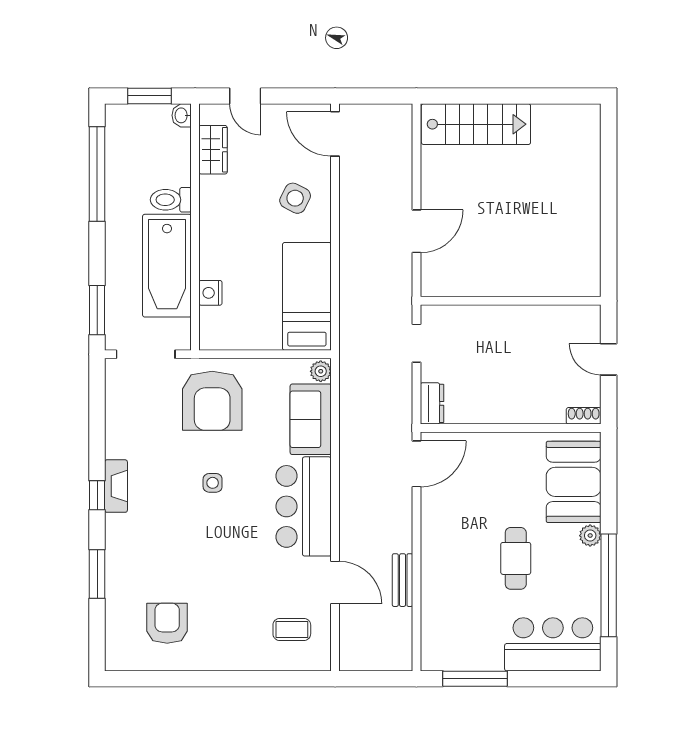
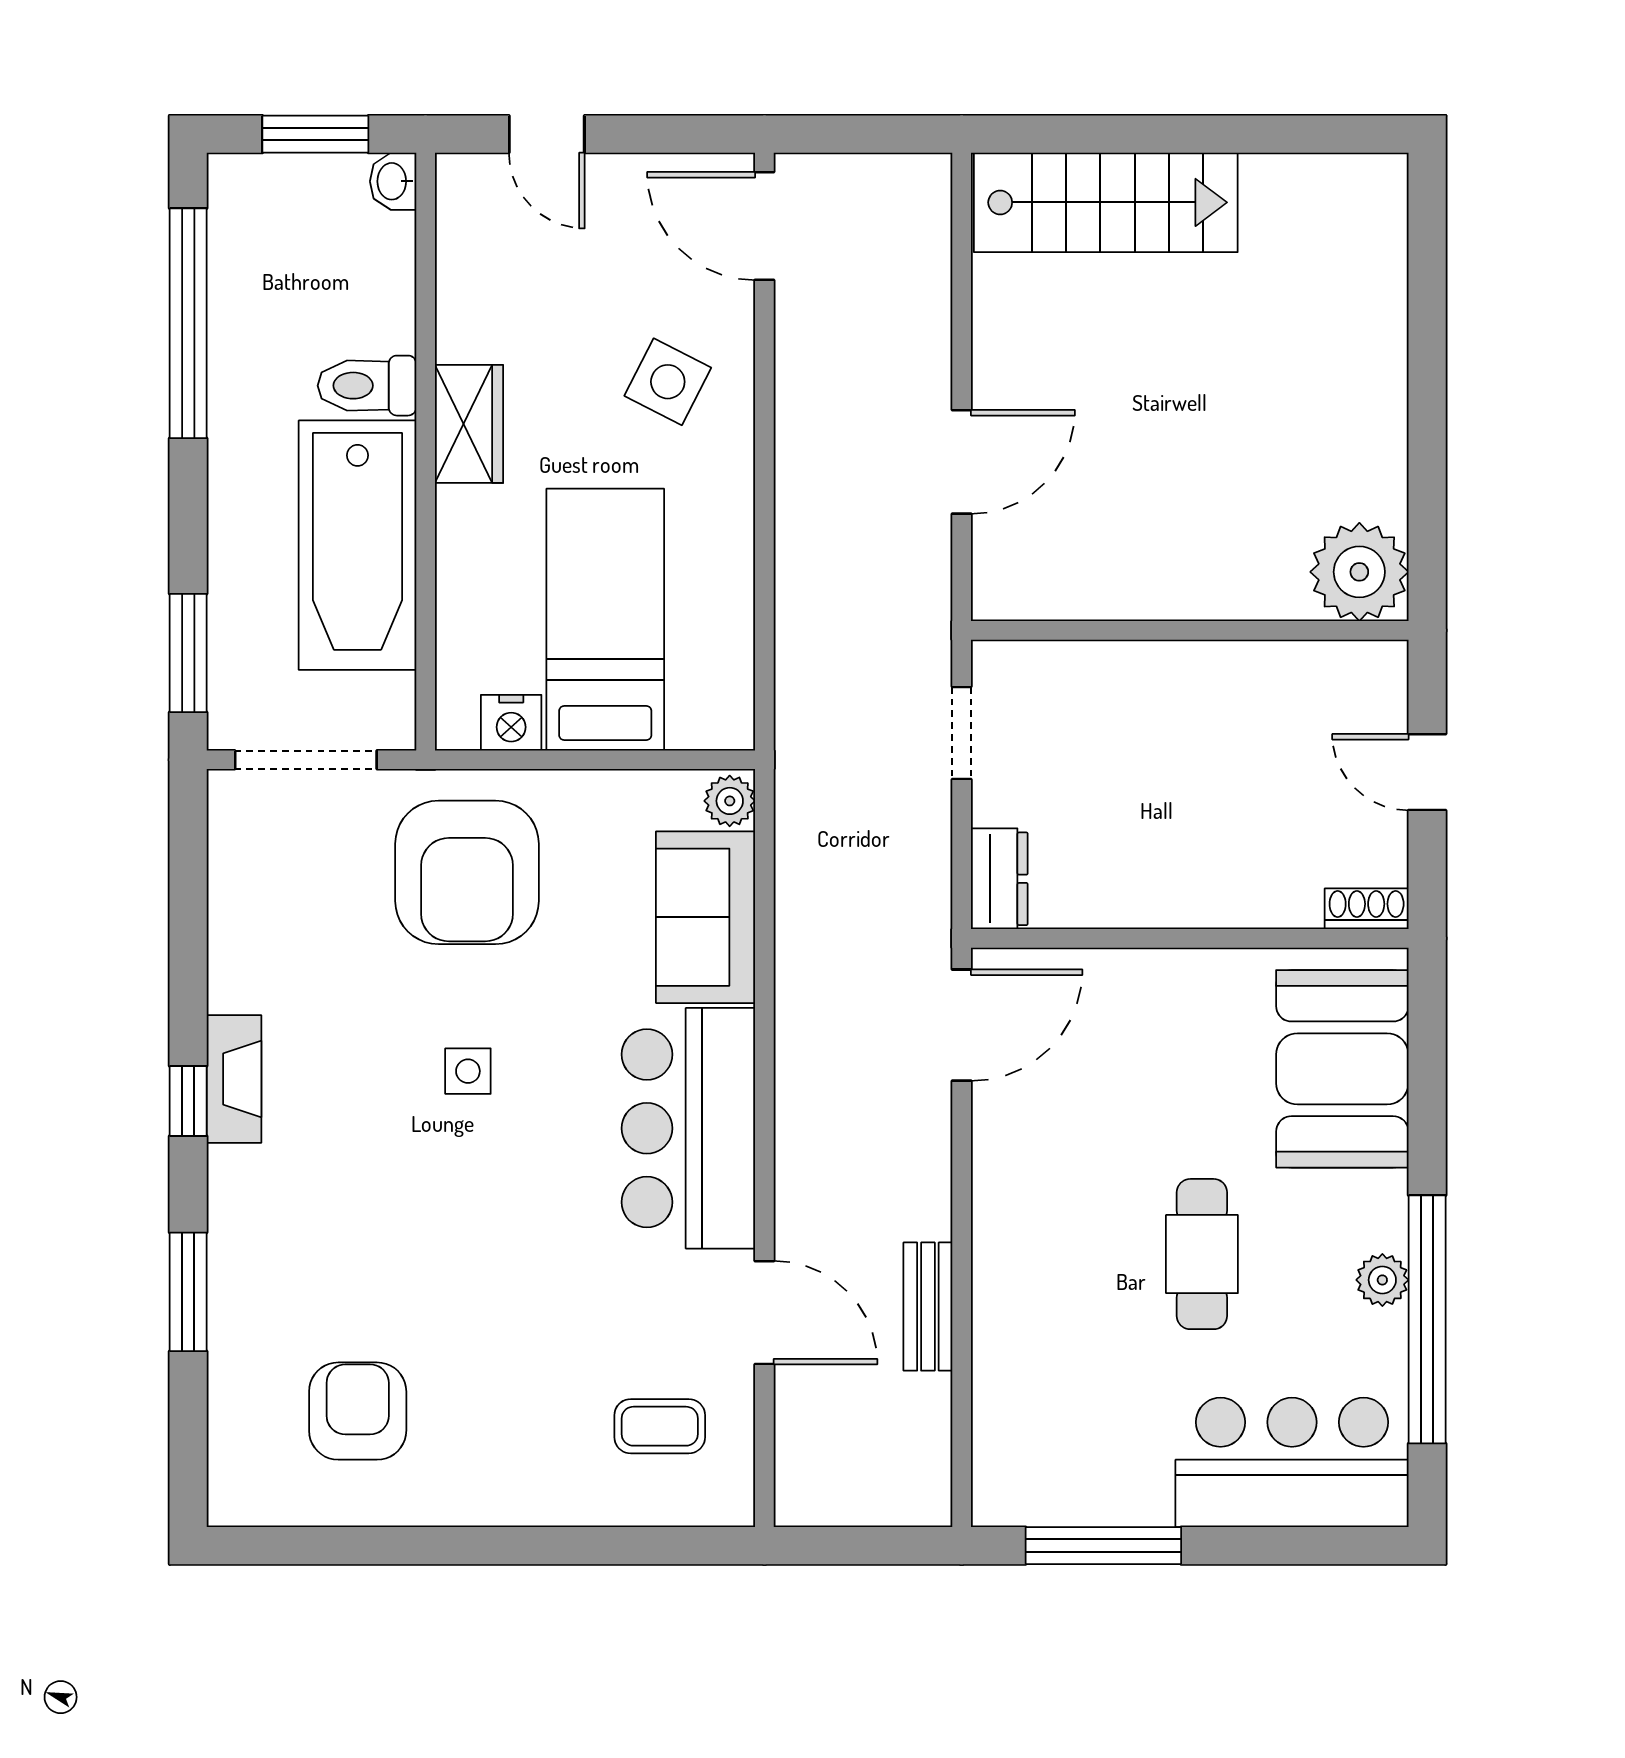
wardrobe: (213, 150) -> (469, 424), moved
plant: (581, 277) -> (1359, 572), added
nightstand: (210, 293) -> (511, 723), moved, turned -90
bed: (307, 296) -> (605, 620), moved
plant: (590, 536) -> (1382, 1280), moved

